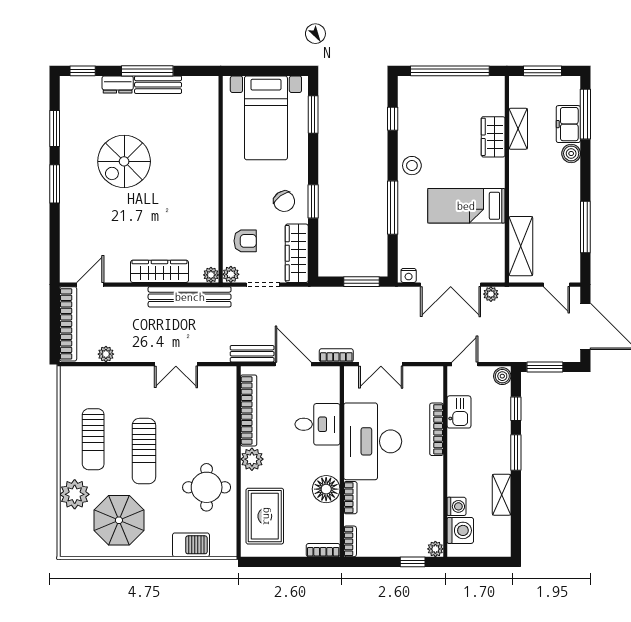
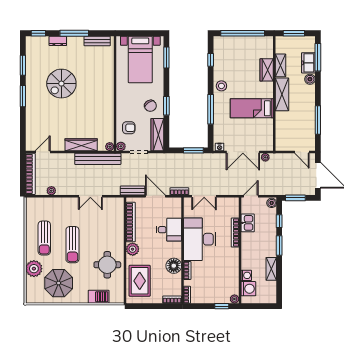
bench: (158, 85) -> (97, 41), moved
shelving: (521, 246) -> (282, 94), moved

